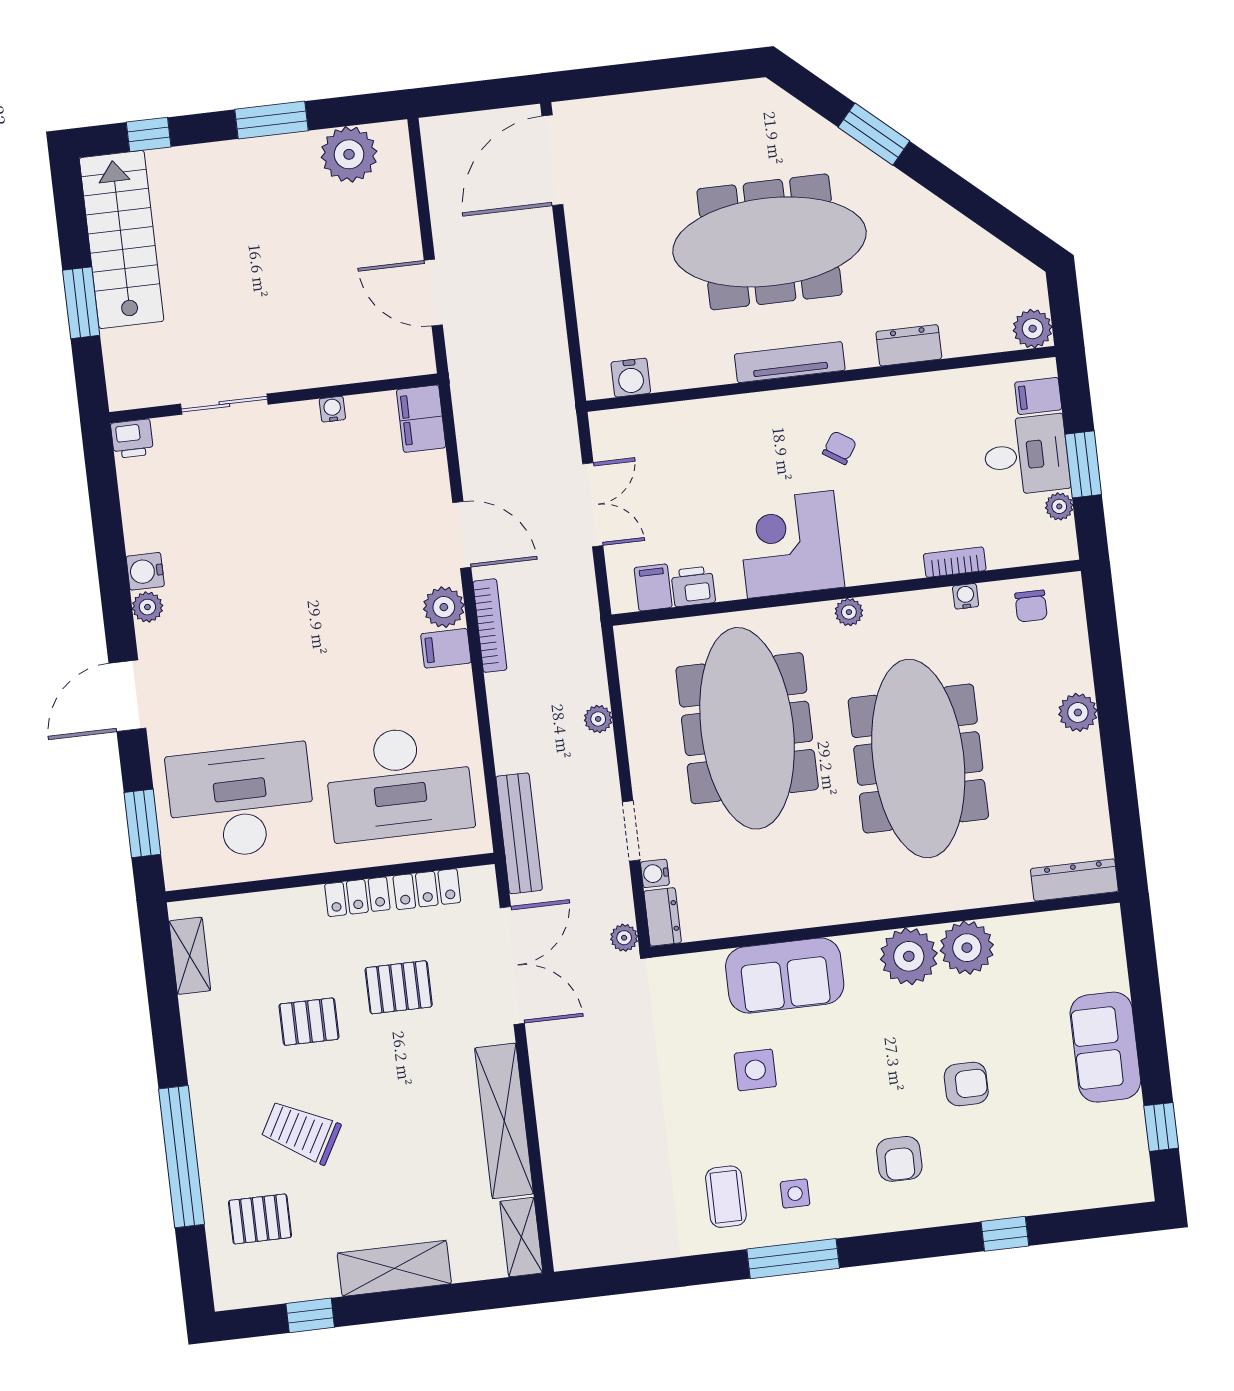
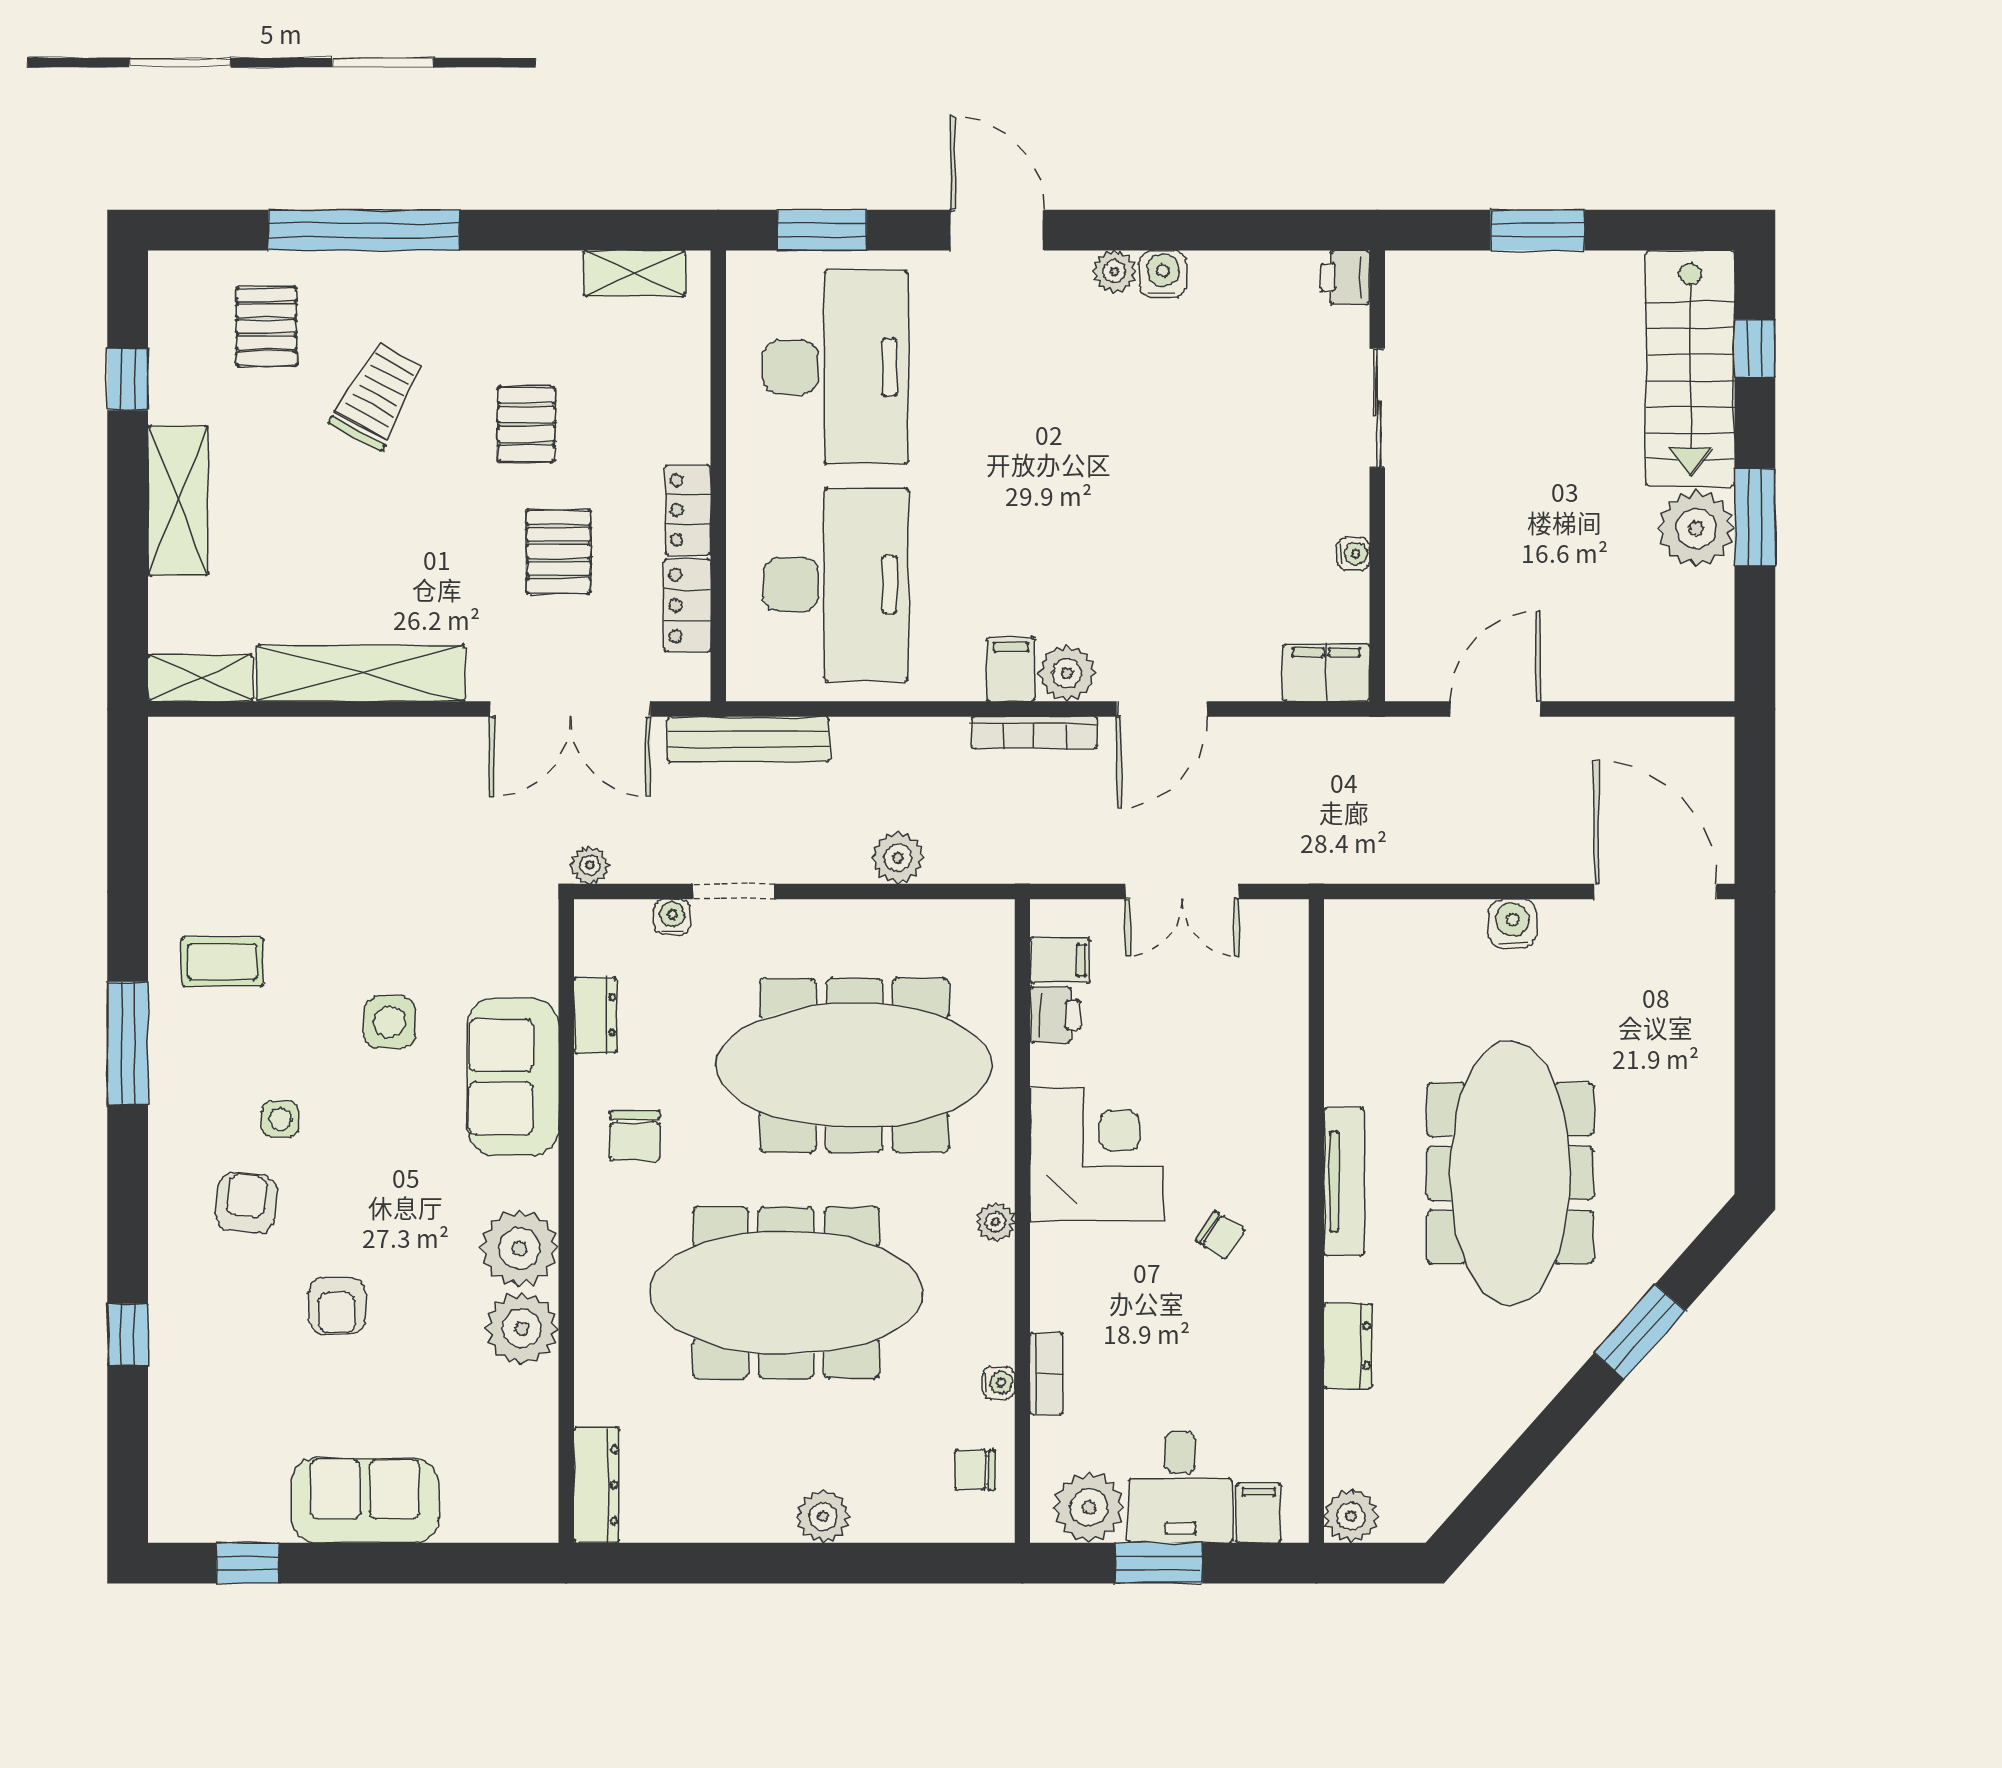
plant: (349, 154) -> (1696, 528), moved
stairs: (122, 239) -> (1690, 368), moved, turned 90
water cooler: (631, 378) -> (1512, 924), moved, turned 90
plant: (1059, 506) -> (1089, 1507), width x1.88, depth x1.88
plant: (598, 719) -> (898, 858), width x1.38, depth x1.38
desk: (399, 783) -> (836, 585), turned 180
chair: (817, 882) -> (635, 1136), added
dresser: (663, 917) -> (595, 1015), moved, turned -90
armchair: (899, 1159) -> (246, 1203), turned 97
side table: (795, 1194) -> (281, 1119), moved

